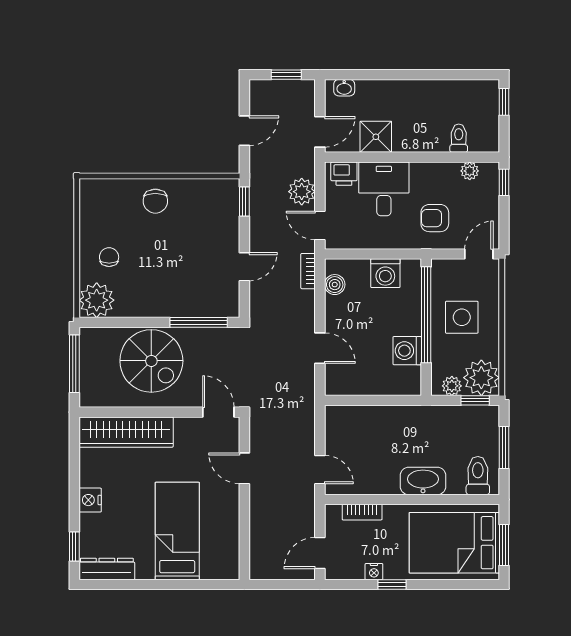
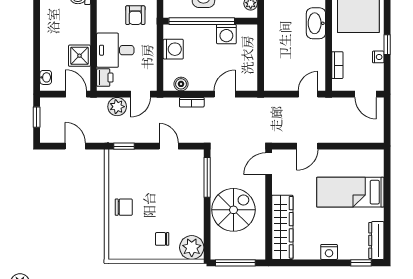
bookcase: (308, 271) -> (192, 102), moved

